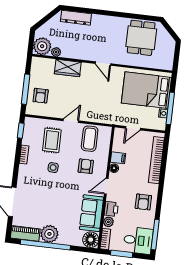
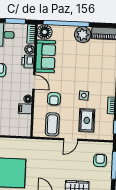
door: (133, 128) -> (13, 137), removed
door: (106, 186) -> (34, 82), hinge flipped
window: (45, 245) -> (66, 23), moved

